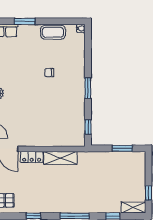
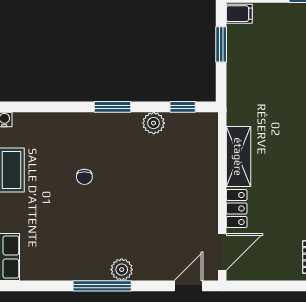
plant: (79, 111) -> (154, 123), added
filing cabinet: (139, 158) -> (239, 14), added

